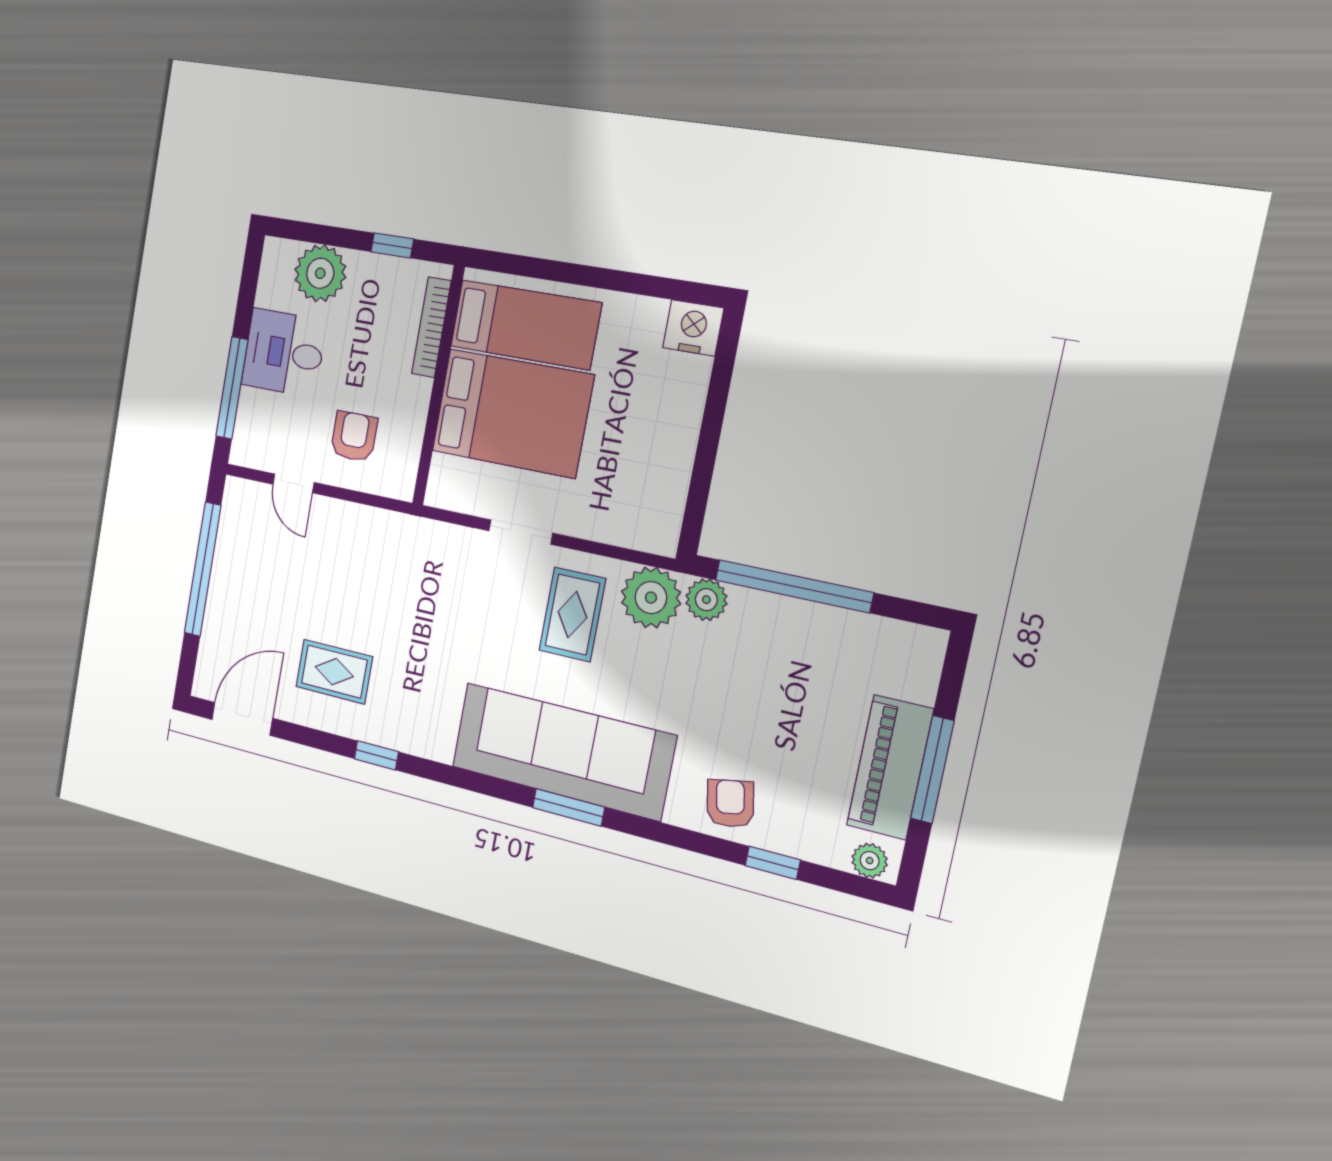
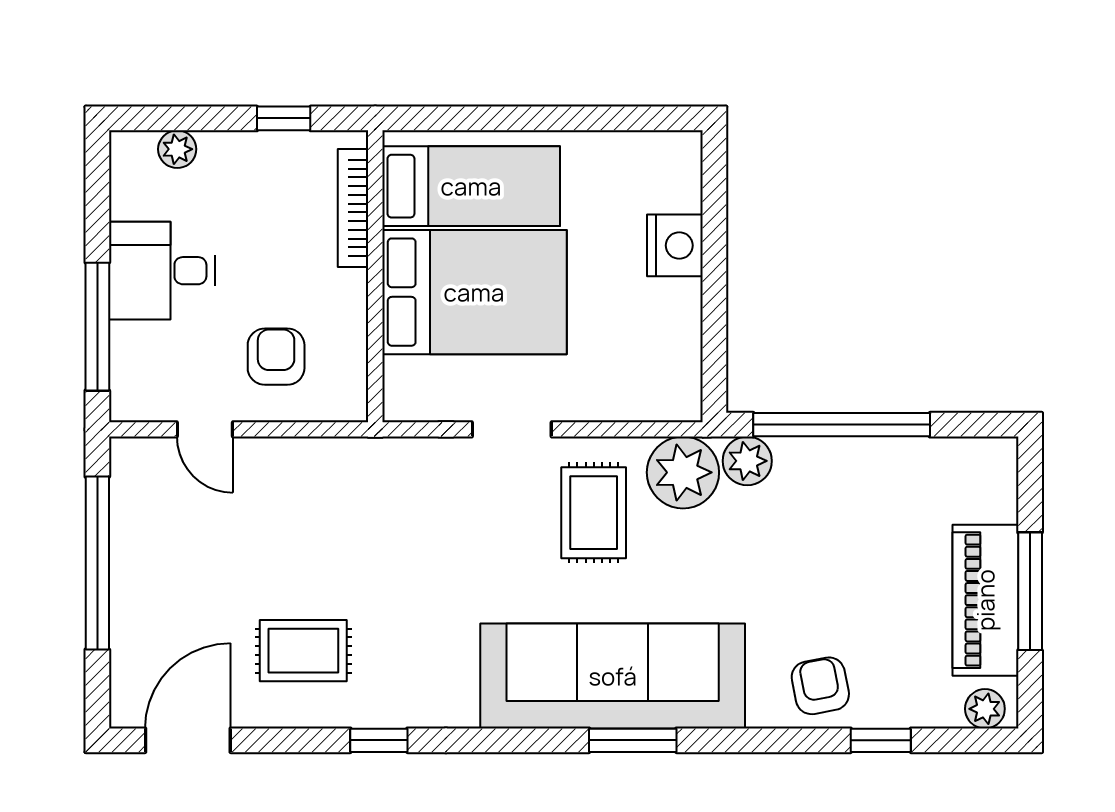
plant: (320, 273) -> (177, 149), width x0.53, depth x0.53
nightstand: (693, 328) -> (675, 245), moved, turned 90

